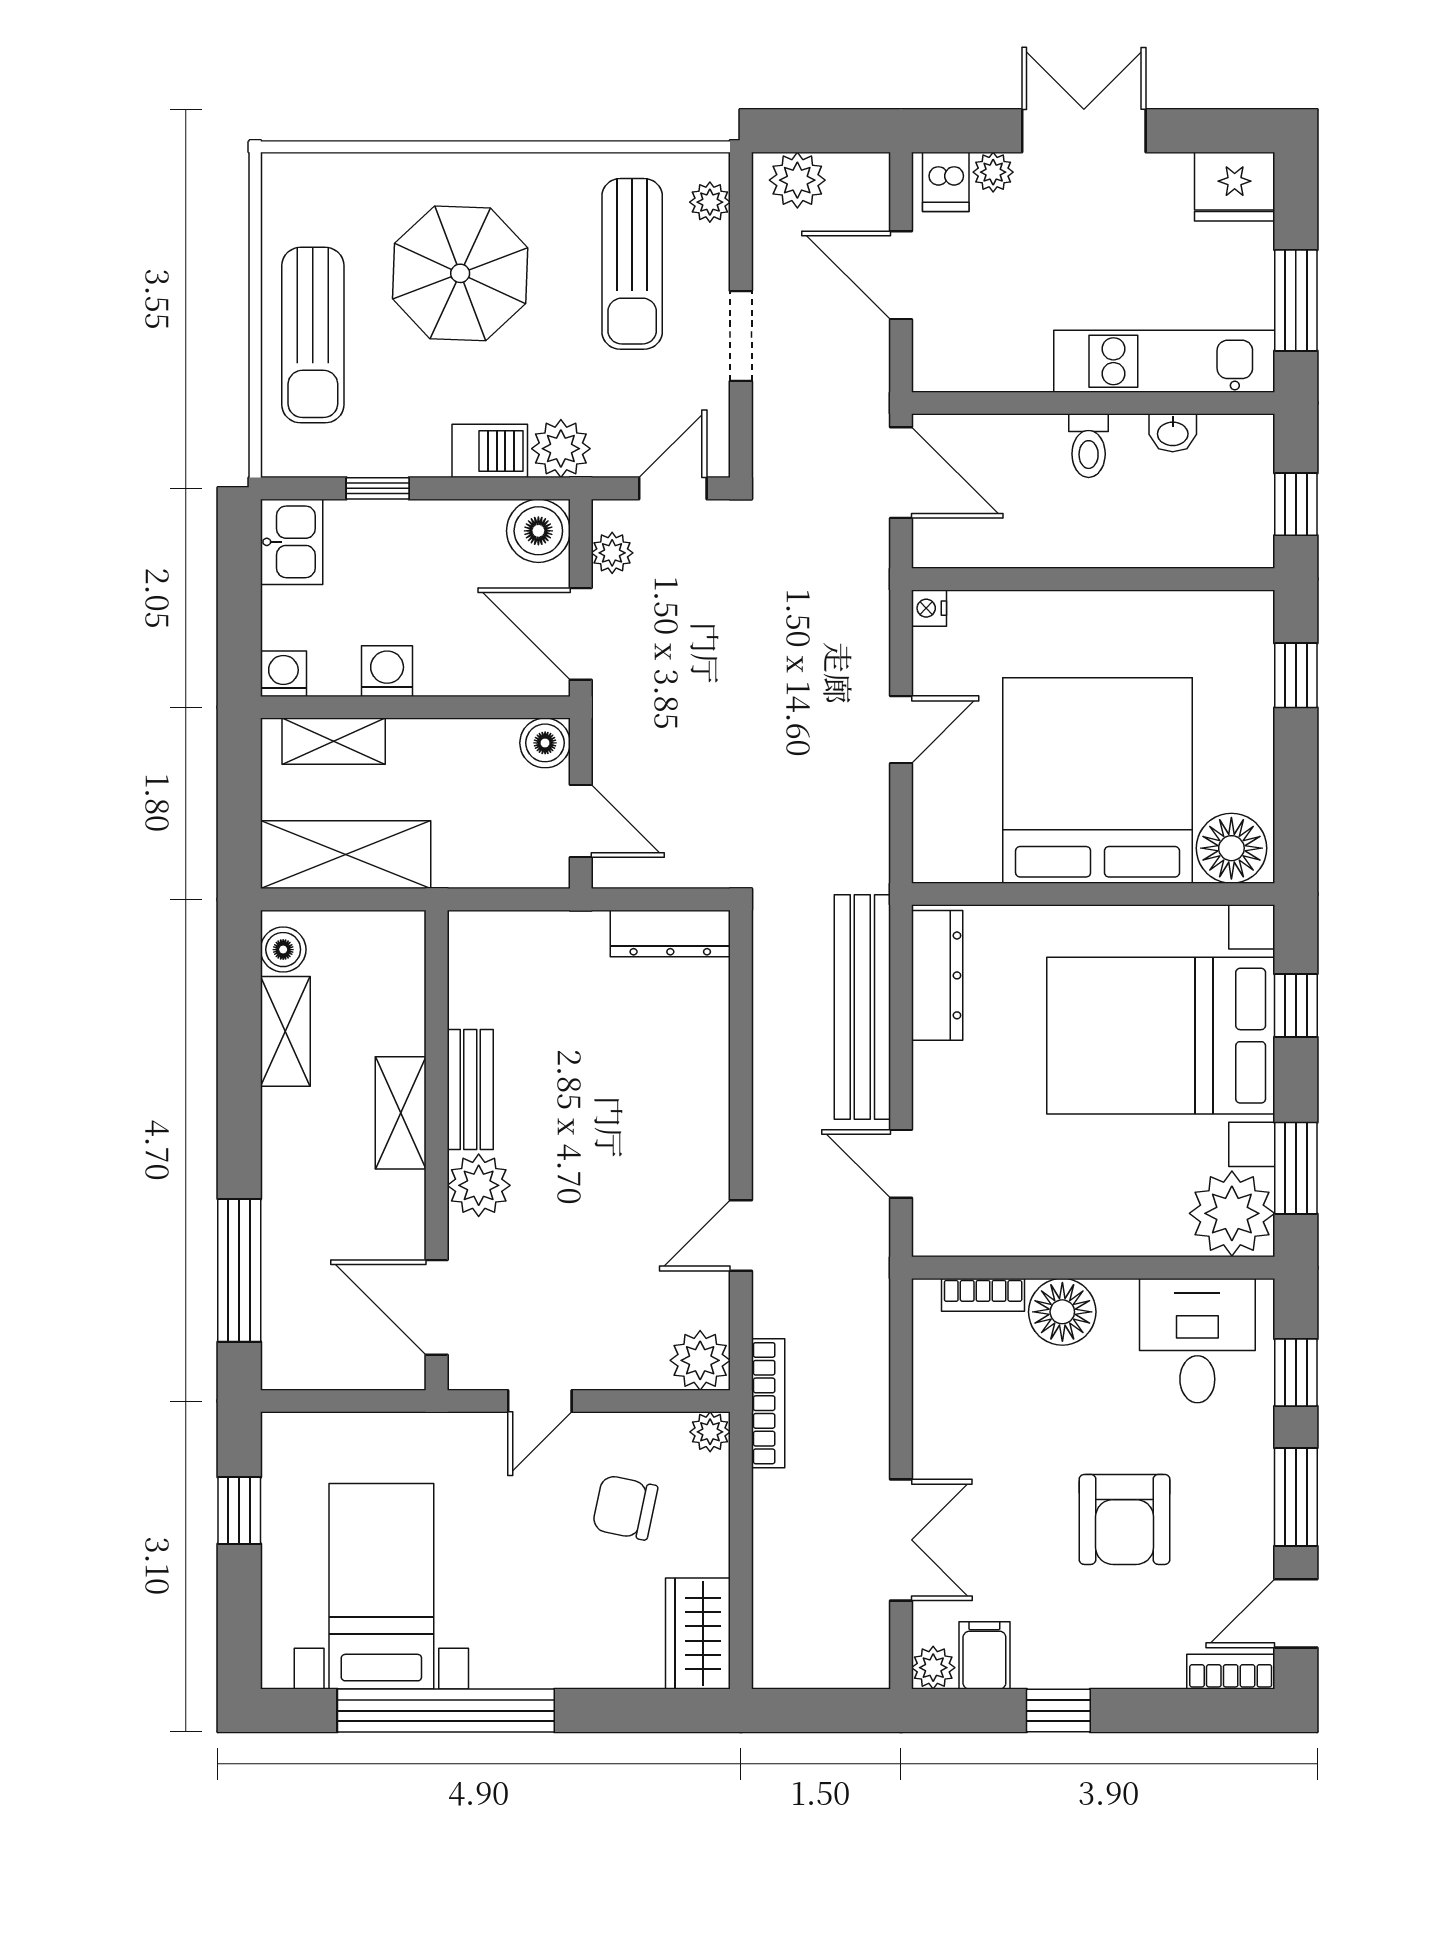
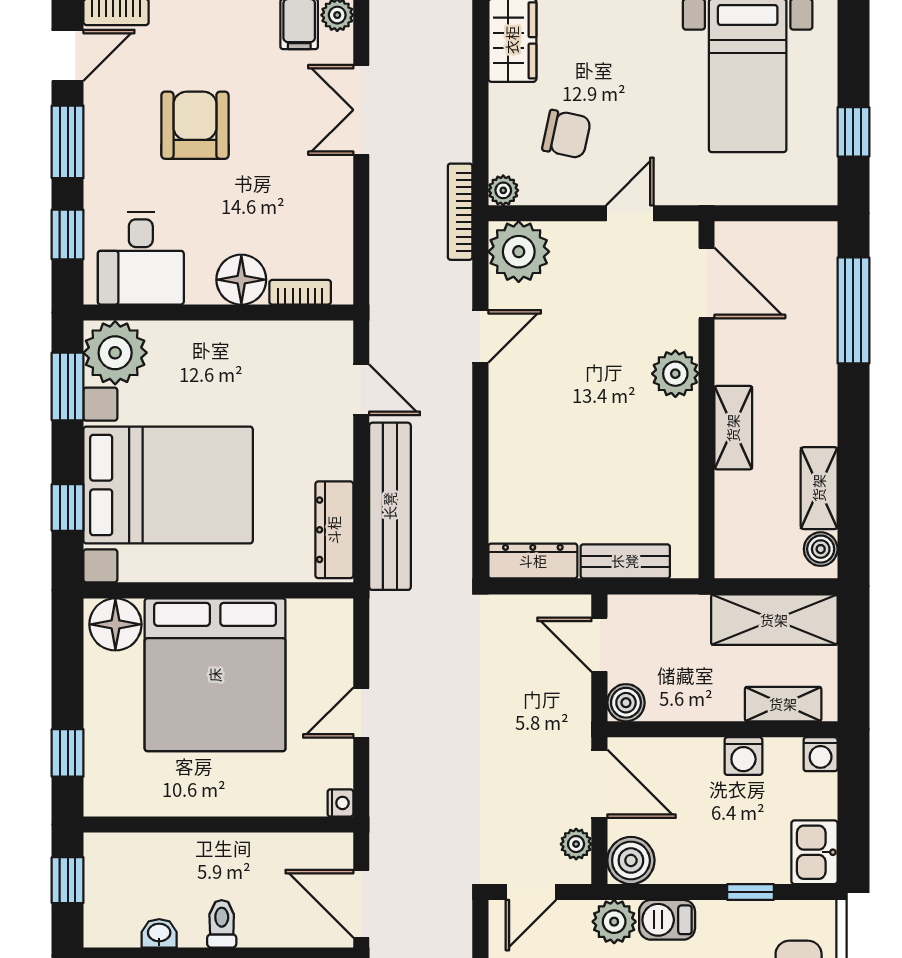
bench: (470, 1090) -> (625, 561), moved, turned 90
plant: (700, 1360) -> (519, 252), width x1.36, depth x1.36

